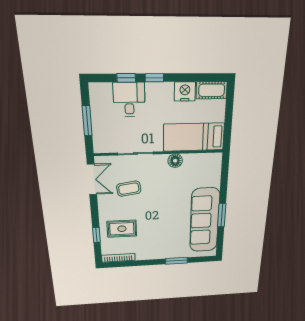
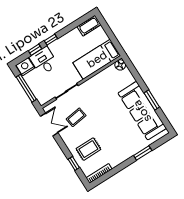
nightstand: (185, 91) -> (25, 67), moved
window: (87, 121) -> (26, 88), width x1.44
floor lamp: (175, 161) -> (120, 65), moved

